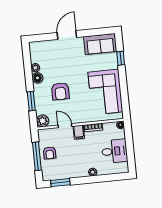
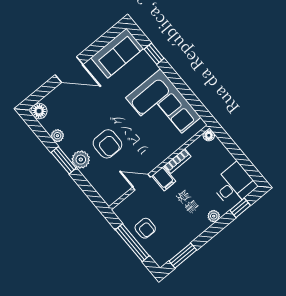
door: (67, 35) -> (69, 70), swing flipped
floor lamp: (37, 78) -> (39, 111), moved
window: (31, 101) -> (64, 160), moved
plant: (43, 121) -> (81, 160), moved
desk: (115, 151) -> (234, 185), moved
window: (111, 177) -> (240, 208), added

